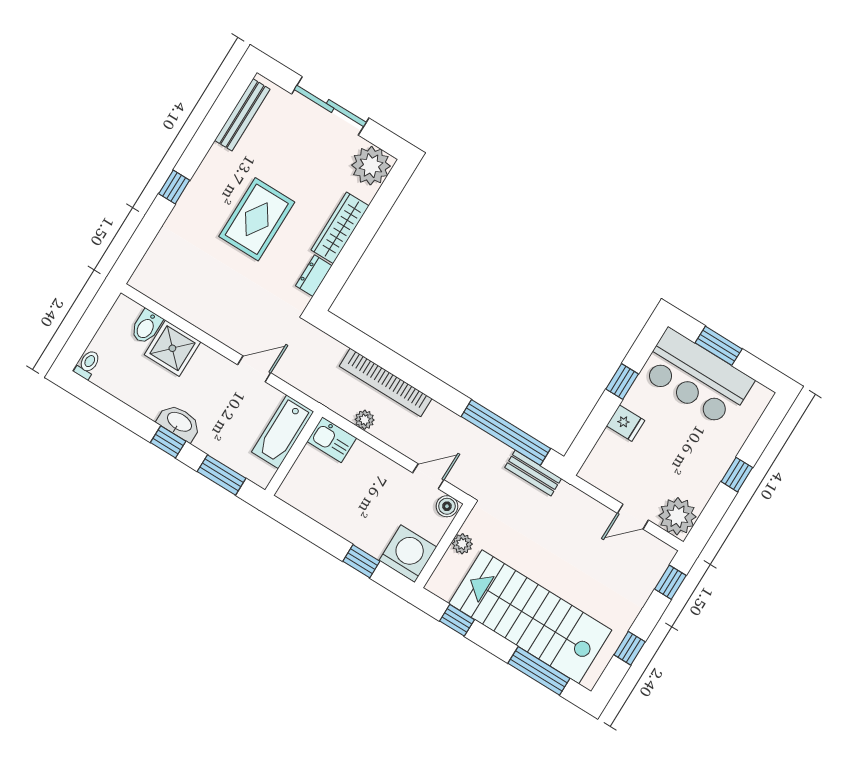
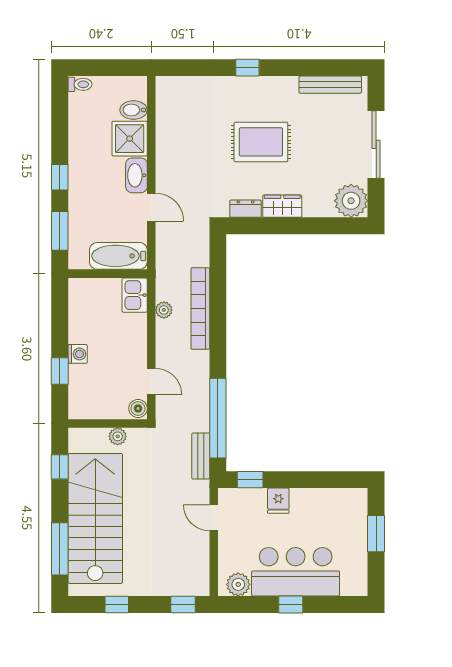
wardrobe: (340, 228) -> (282, 206), width x0.67
bar counter: (697, 377) -> (296, 572), moved, turned 90
window: (622, 382) -> (250, 480), moved
washbasin: (179, 422) -> (136, 175), moved, turned 180
plant: (677, 516) -> (238, 584), width x0.73, depth x0.73
door: (633, 517) -> (214, 518), moved
washing machine: (408, 554) -> (78, 354), moved, width x0.53, depth x0.53

